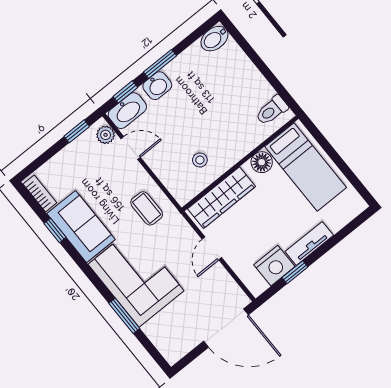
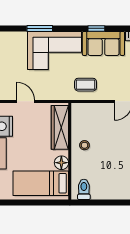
stool: (200, 160) -> (84, 145), moved
window: (55, 230) -> (96, 28), moved
door: (212, 248) -> (26, 101), moved

